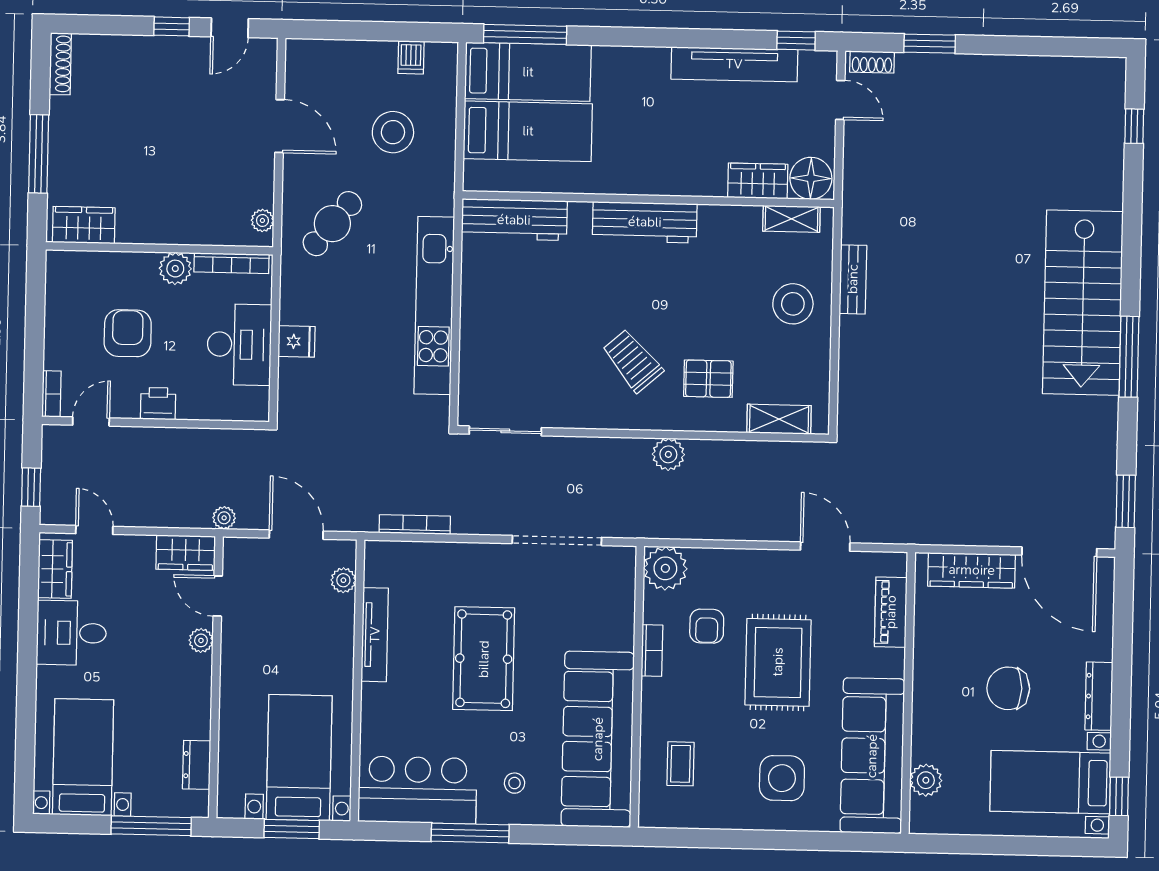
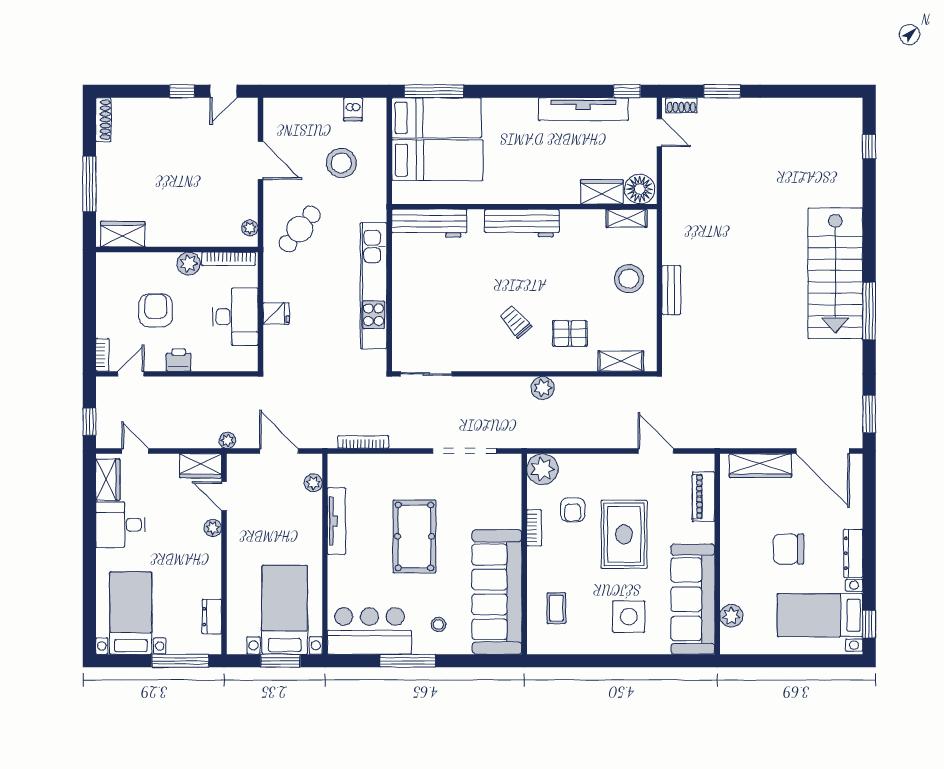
bench: (853, 279) -> (671, 290), moved
trolley: (633, 361) -> (516, 322), width x0.73, depth x0.72

